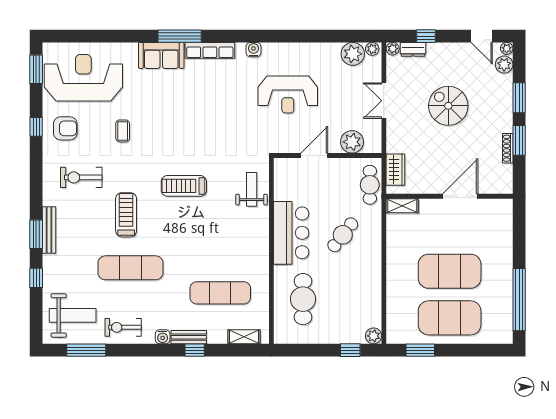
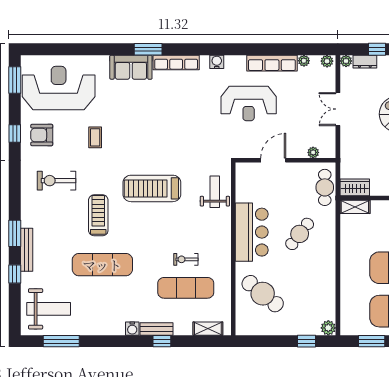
window: (180, 36) -> (148, 49), width x0.69
row of seats: (313, 51) -> (272, 63), added
plant: (353, 54) -> (304, 61), width x0.53, depth x0.53
armchair: (65, 128) -> (42, 135), turned 180
plant: (352, 142) -> (313, 152), width x0.53, depth x0.53
wardrobe: (395, 170) -> (355, 187), moved, turned -90
treadmill: (184, 186) -> (152, 188), width x1.37, depth x1.38
bench: (49, 230) -> (27, 250), moved
cafe table: (303, 299) -> (263, 294), turned -51
exercise bike: (123, 327) -> (186, 259), moved, width x0.73, depth x0.72

